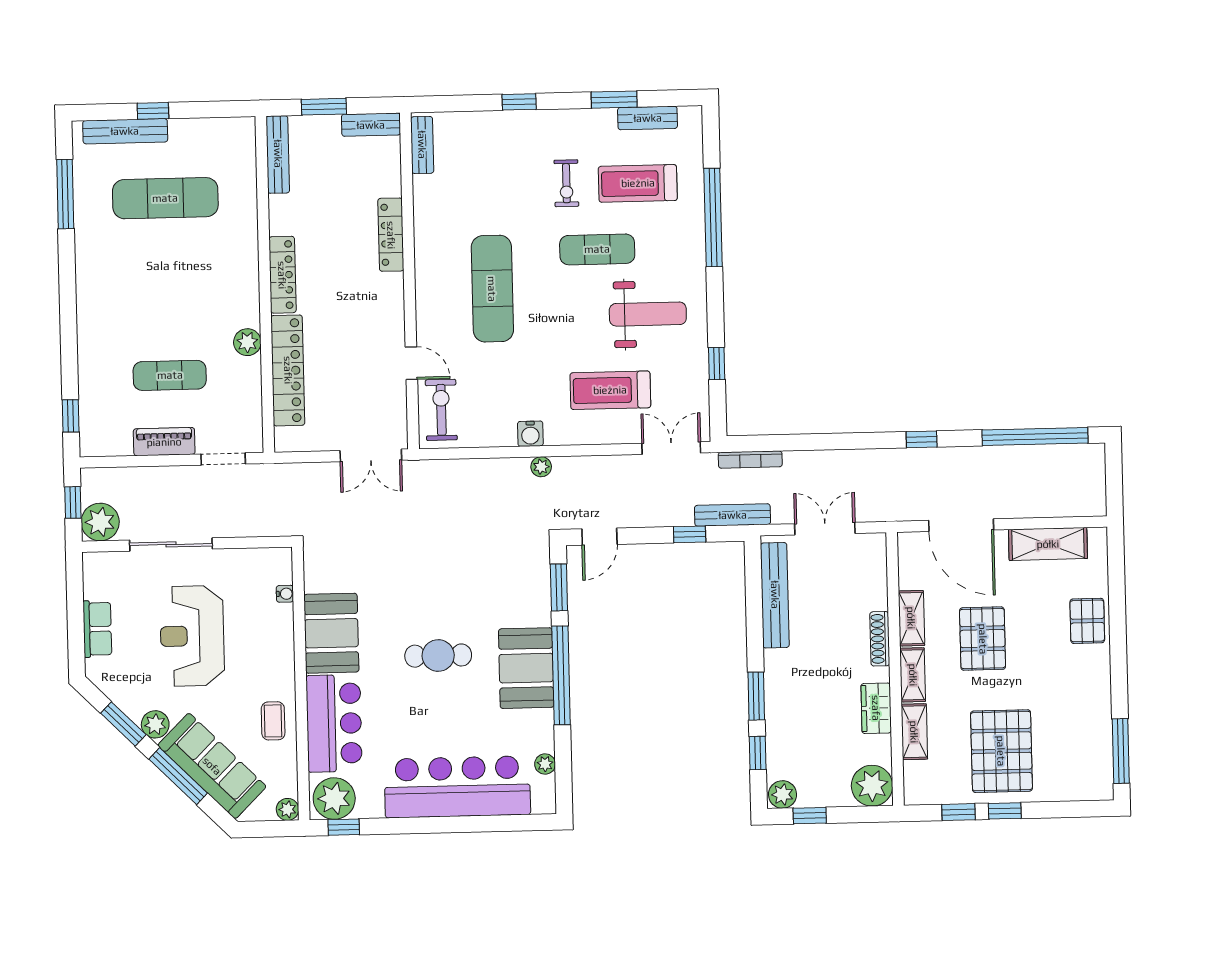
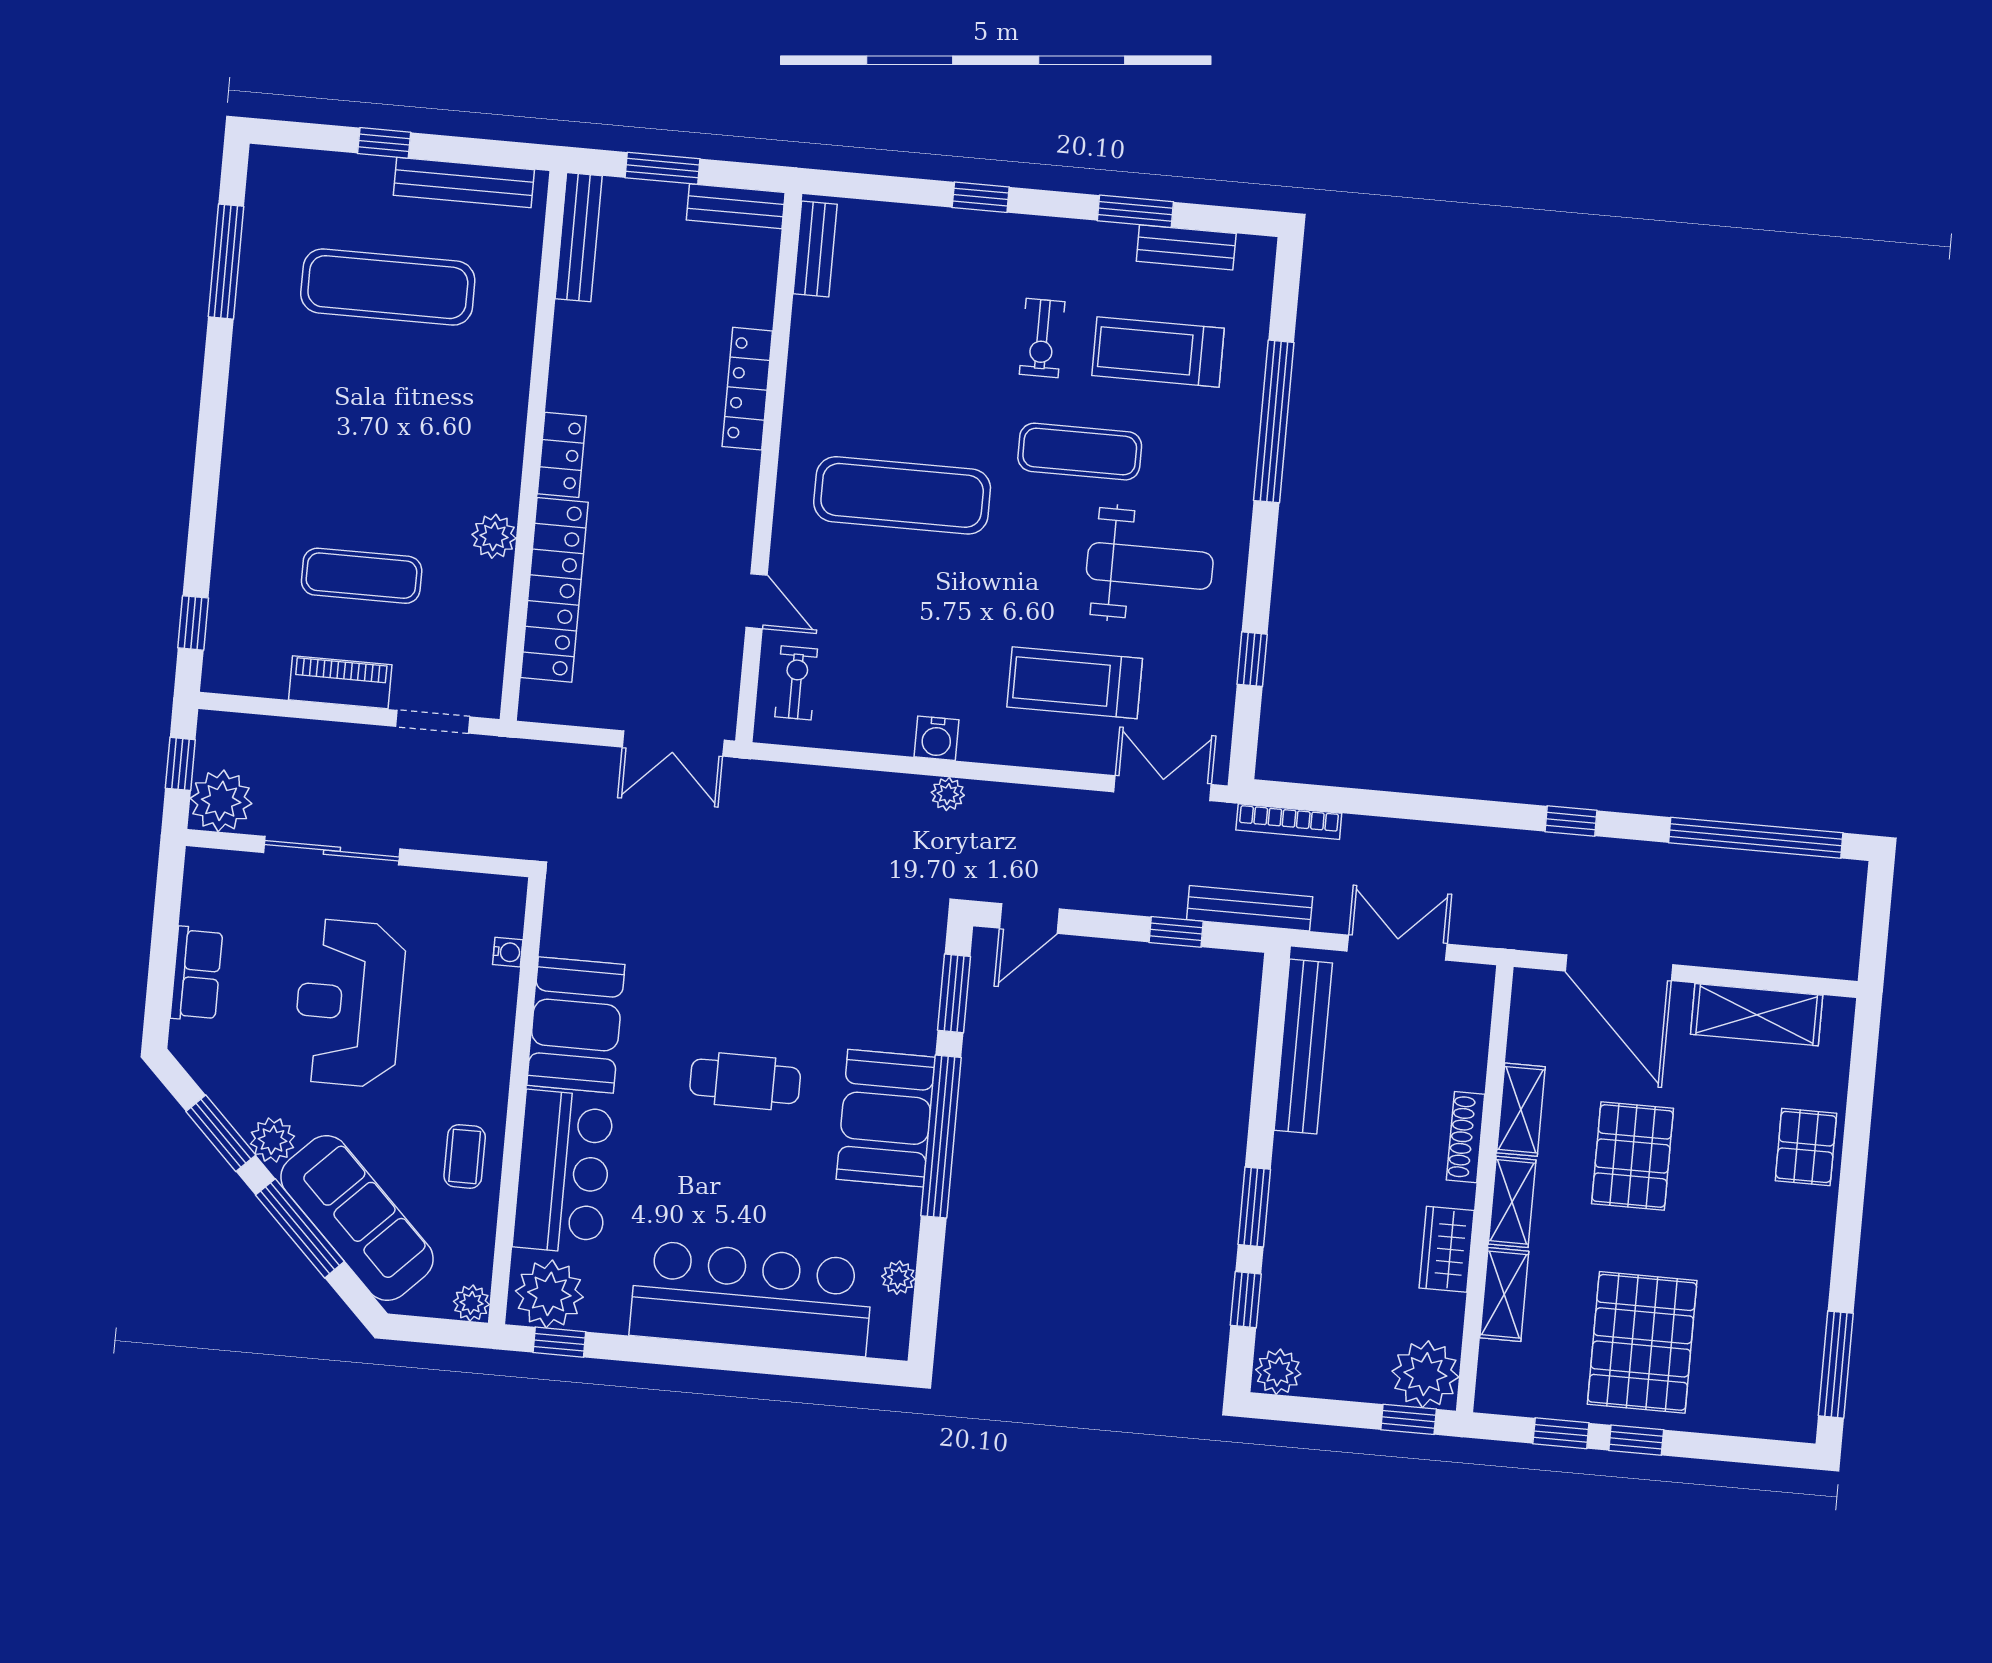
bench: (125, 131) -> (464, 182), moved
locker: (282, 275) -> (562, 455), width x0.66
exercise mat: (492, 289) -> (902, 495), turned 90
exercise bike: (441, 410) -> (796, 683), width x0.73, depth x0.72
window: (810, 816) -> (1409, 1419), moved

